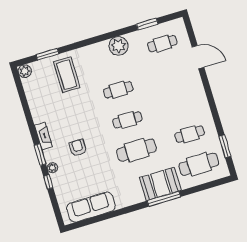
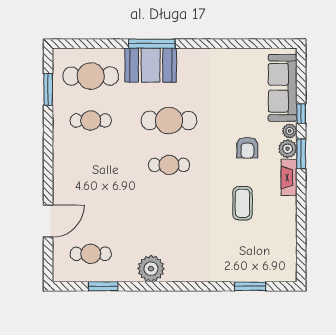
door: (198, 57) -> (48, 221), swing flipped
plant: (25, 71) -> (288, 149), moved
coffee table: (67, 75) -> (243, 203), moved, width x0.73, depth x0.76
cafe table: (118, 90) -> (169, 209), removed
sofa: (91, 207) -> (283, 88), moved, turned 90

